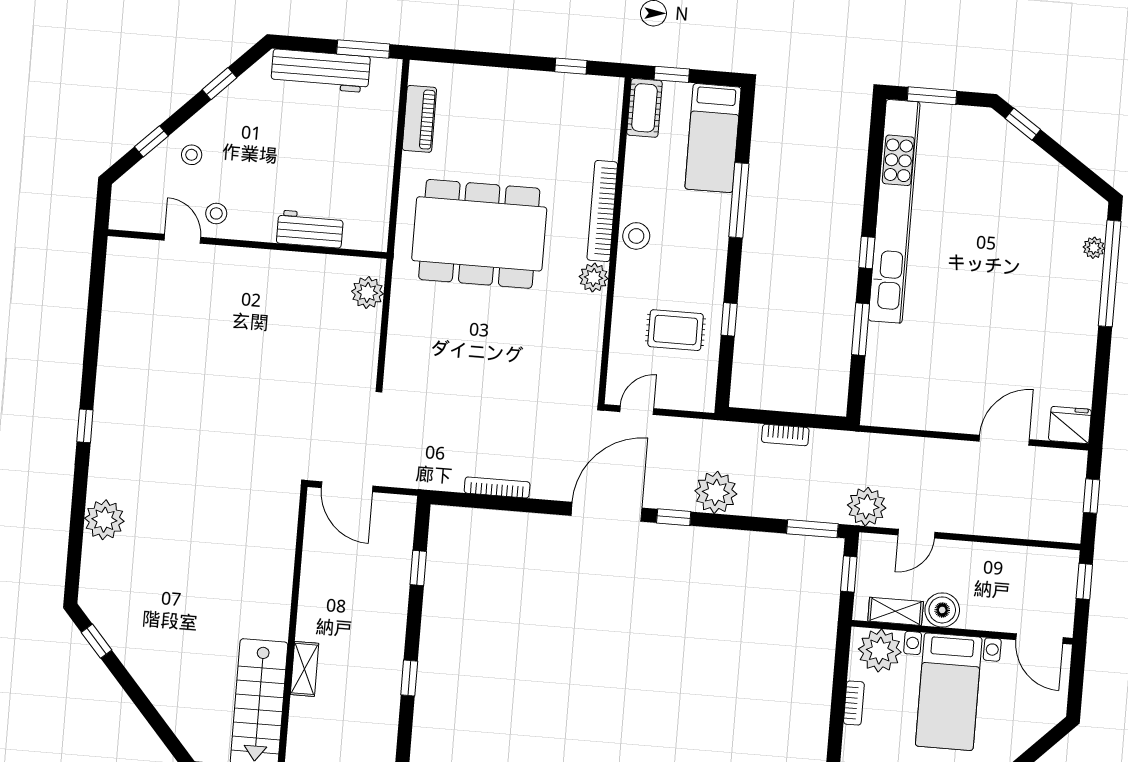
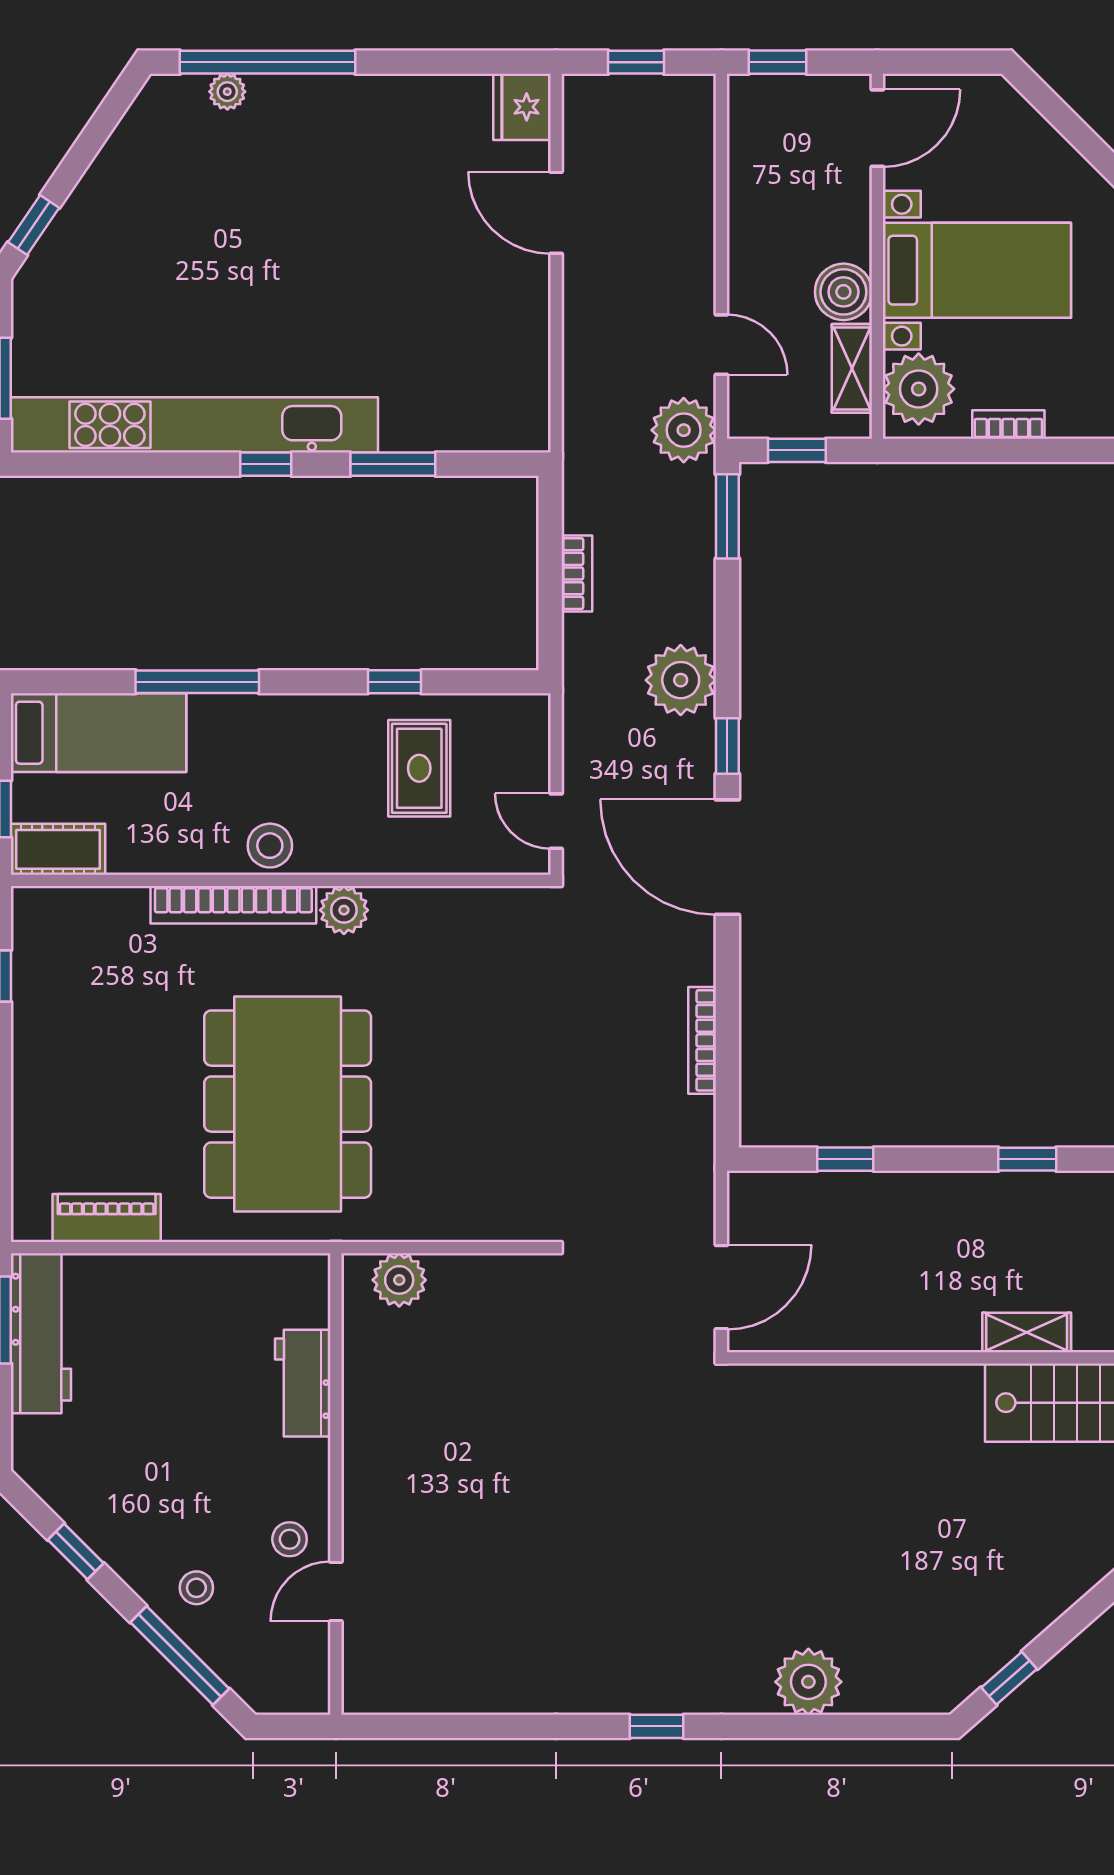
workbench: (321, 71) -> (41, 1333), moved
window: (151, 141) -> (180, 1656), width x2.17

